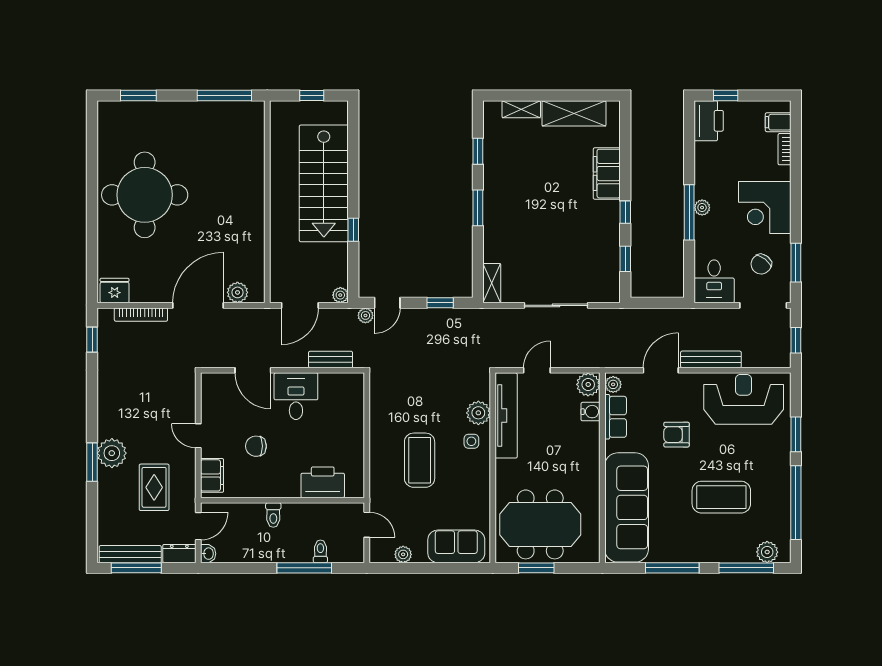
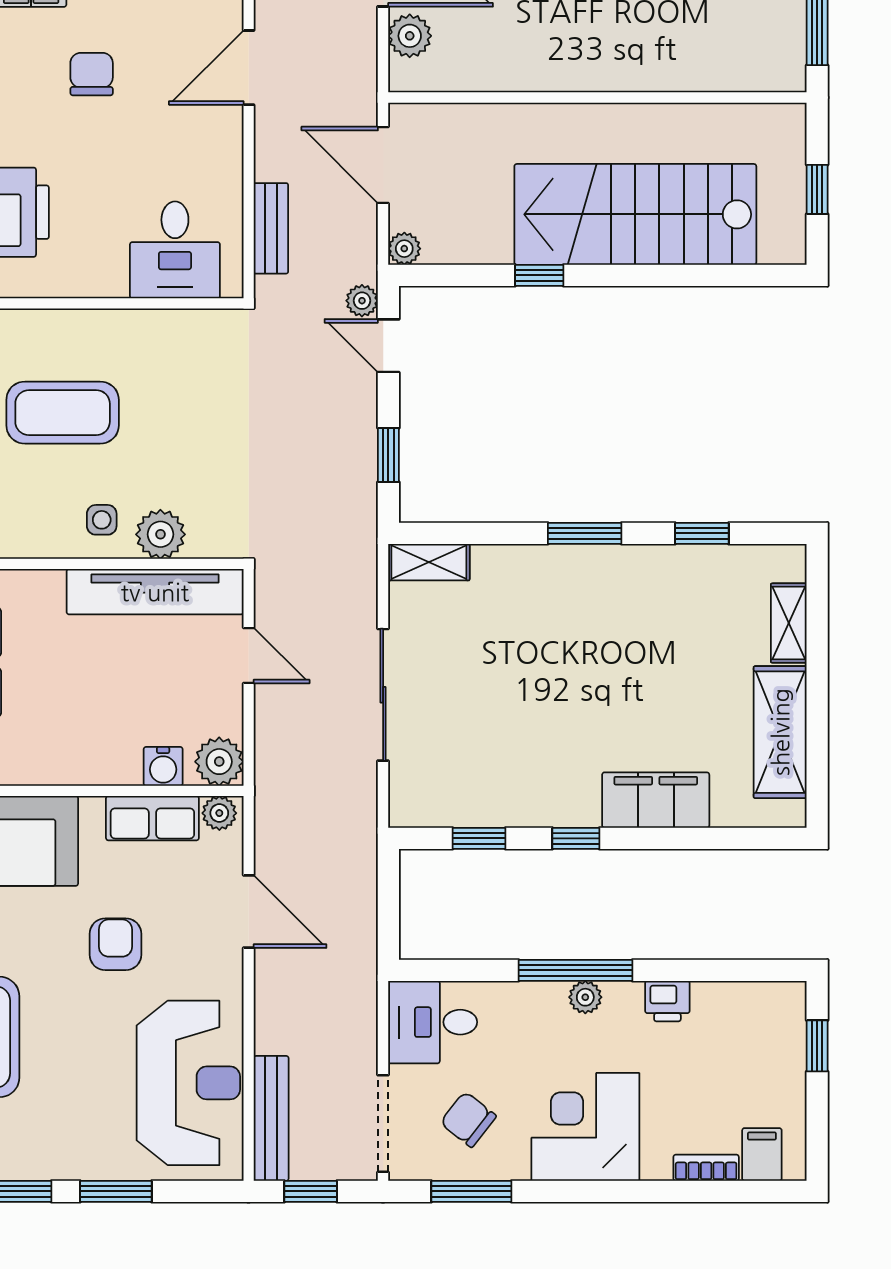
printer: (709, 121) -> (667, 1001), moved, width x0.53, depth x0.68
bench: (711, 359) -> (271, 1118), moved
desk: (296, 396) -> (175, 250), moved, turned 90

